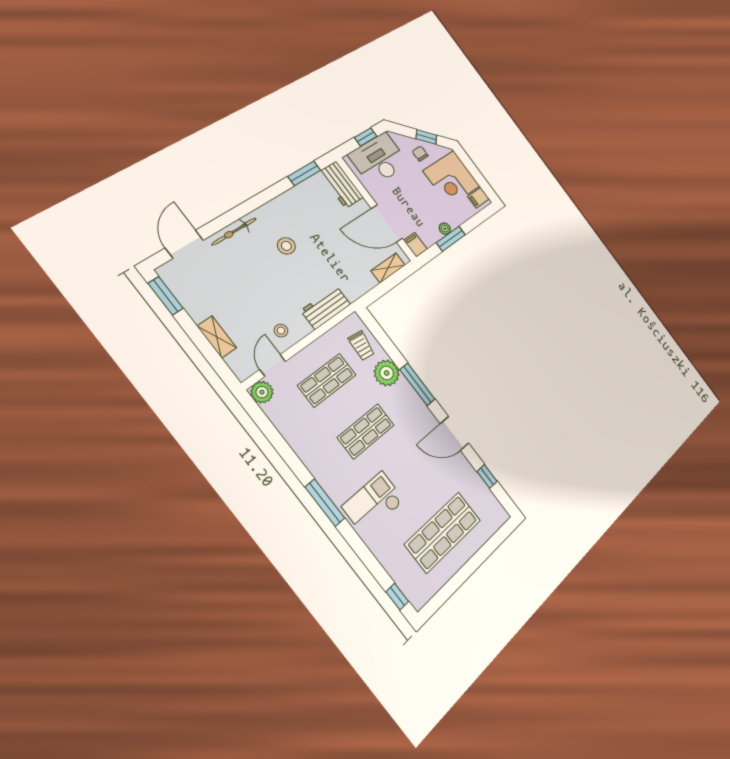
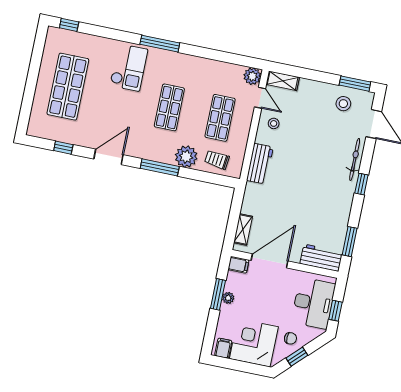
window: (248, 206) -> (361, 184), added
stool: (286, 246) -> (343, 104), moved
shelving: (217, 337) -> (283, 81), moved

